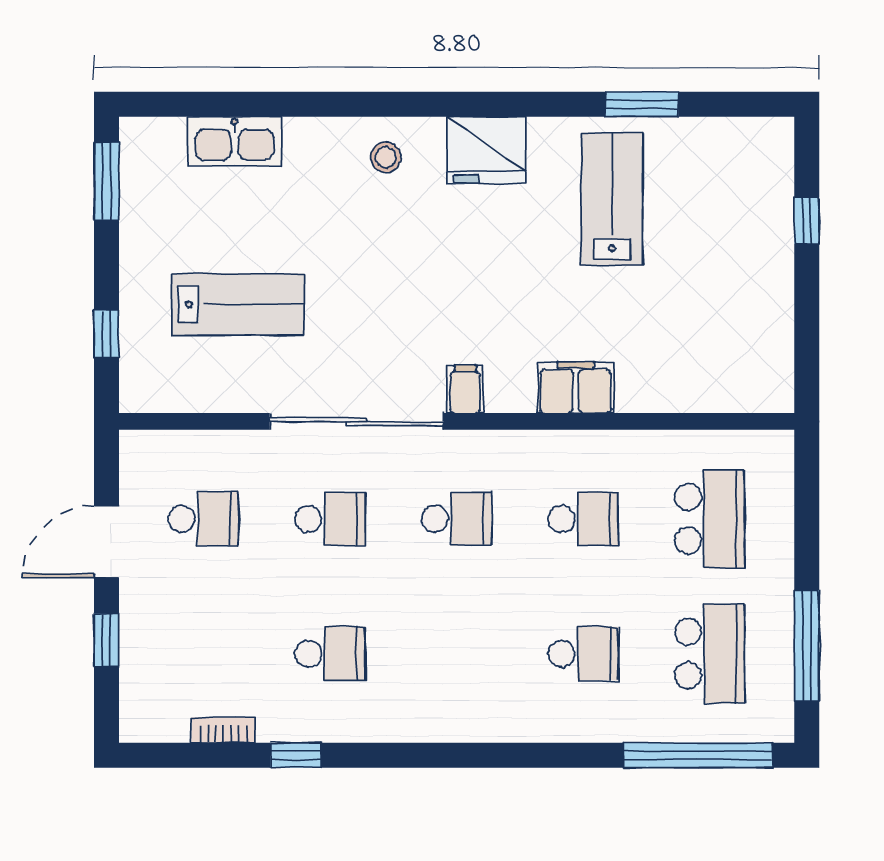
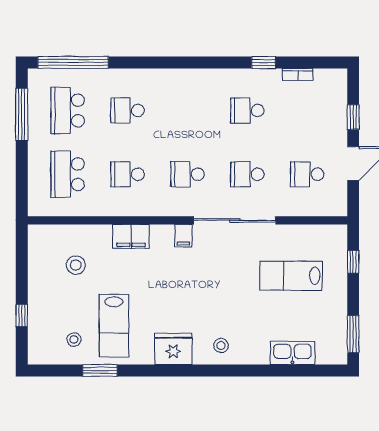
stool: (696, 170) -> (74, 340), added
stool: (693, 327) -> (76, 265), added

